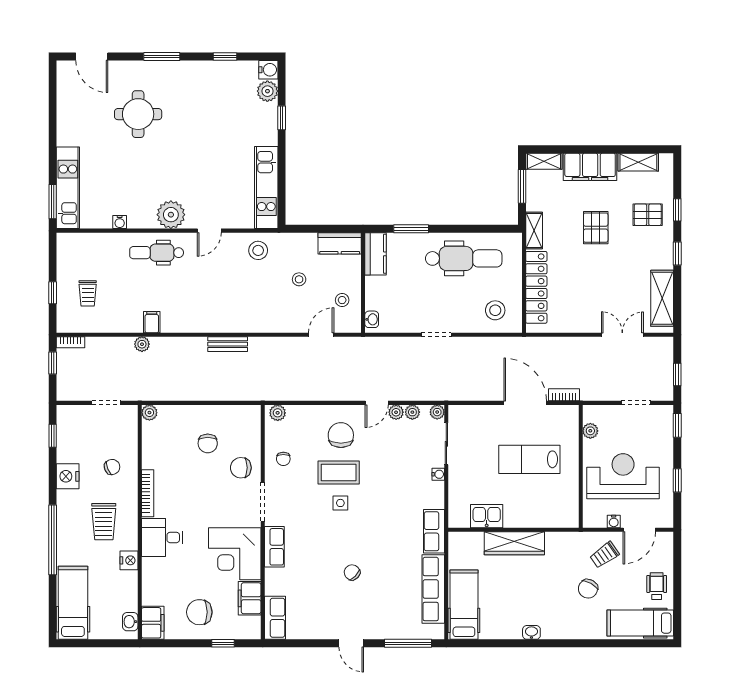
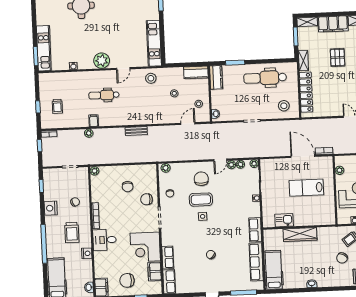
dental chair: (157, 253) -> (104, 95), moved
dental chair: (464, 258) -> (265, 78), turned 180
row of seats: (274, 547) -> (168, 257), moved

